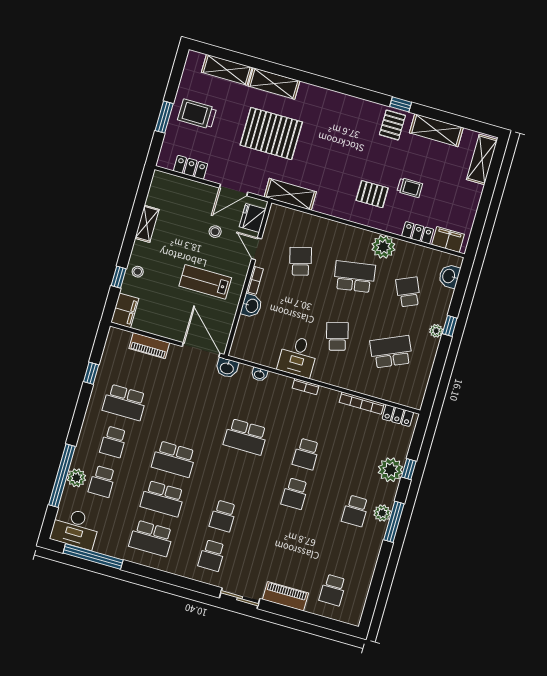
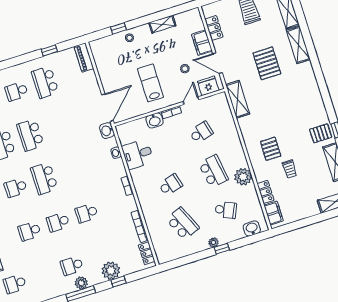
pallet: (271, 134) -> (267, 63), width x0.73, depth x0.71
school desk: (408, 292) -> (226, 210), turned 48
filing cabinet: (125, 310) -> (202, 43), moved, turned 90
piano: (149, 346) -> (84, 58), moved
desk: (298, 356) -> (138, 154), moved
school desk: (246, 437) -> (44, 179), moved
school desk: (284, 533) -> (30, 231), added

